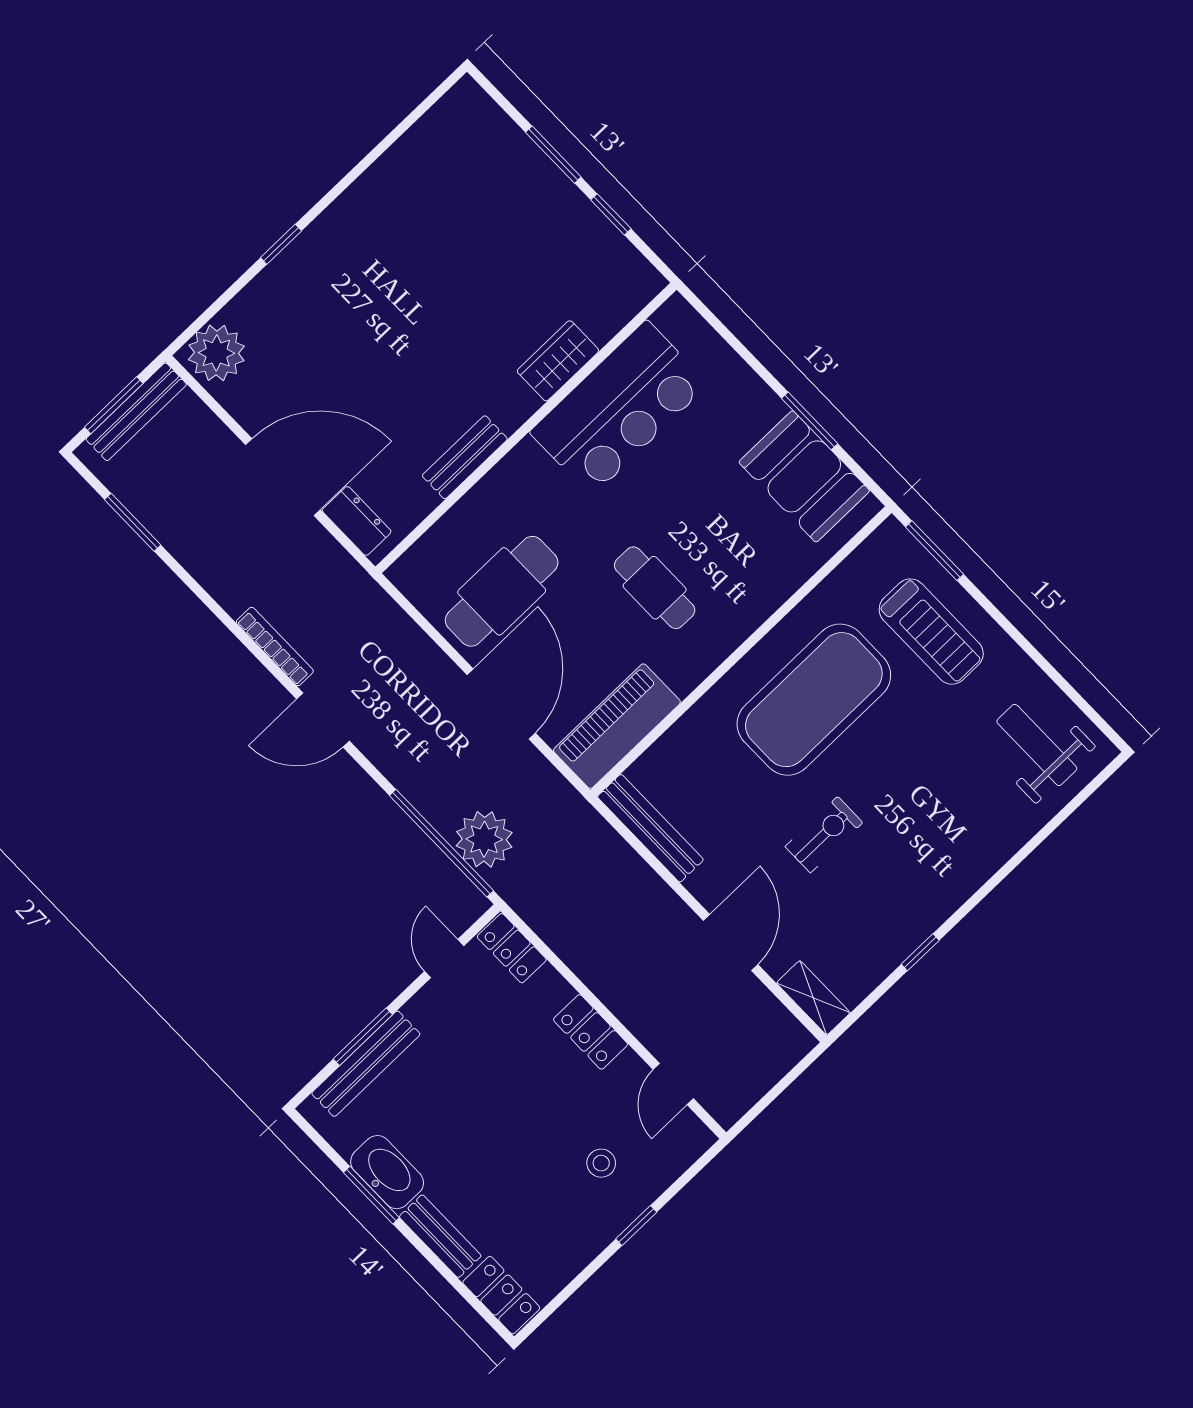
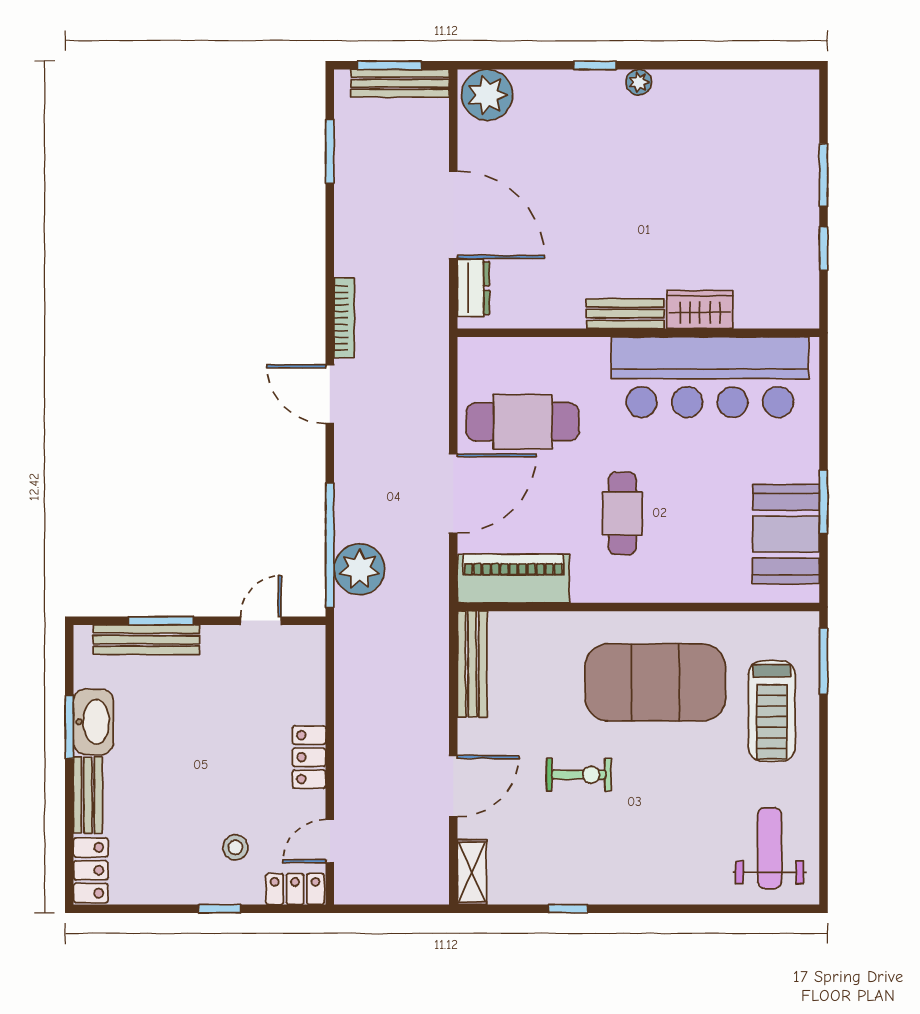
plant: (330, 224) -> (639, 82), added
bar counter: (619, 408) -> (710, 377), width x1.36
bench: (465, 457) -> (625, 314), moved
locker: (512, 948) -> (295, 889), moved, turned 90

